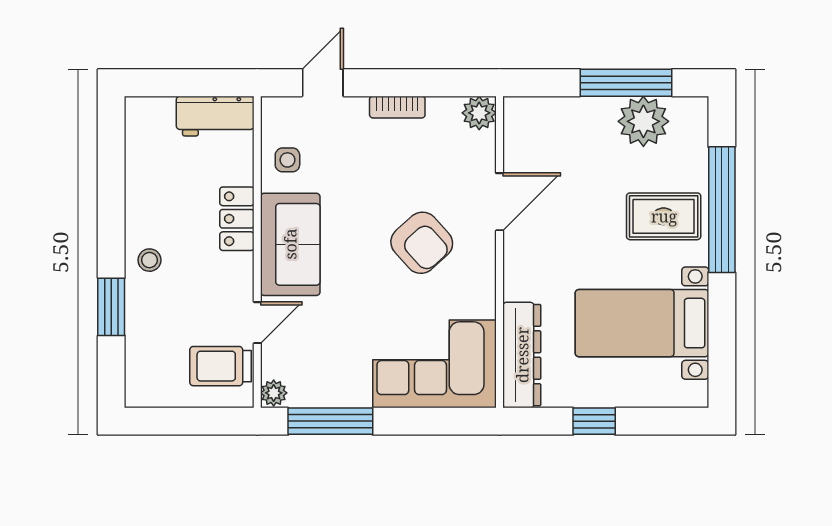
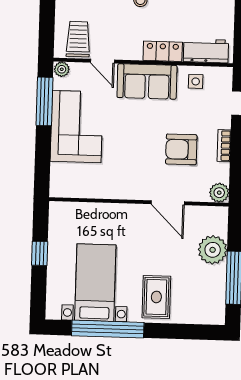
workbench: (215, 116) -> (206, 51), moved, turned 90
plant: (643, 121) -> (213, 250), moved
window: (722, 210) -> (108, 329), moved
armchair: (422, 243) -> (181, 149), moved, turned 42
dresser: (522, 355) -> (79, 213), removed
corner sofa: (435, 364) -> (77, 127), moved

